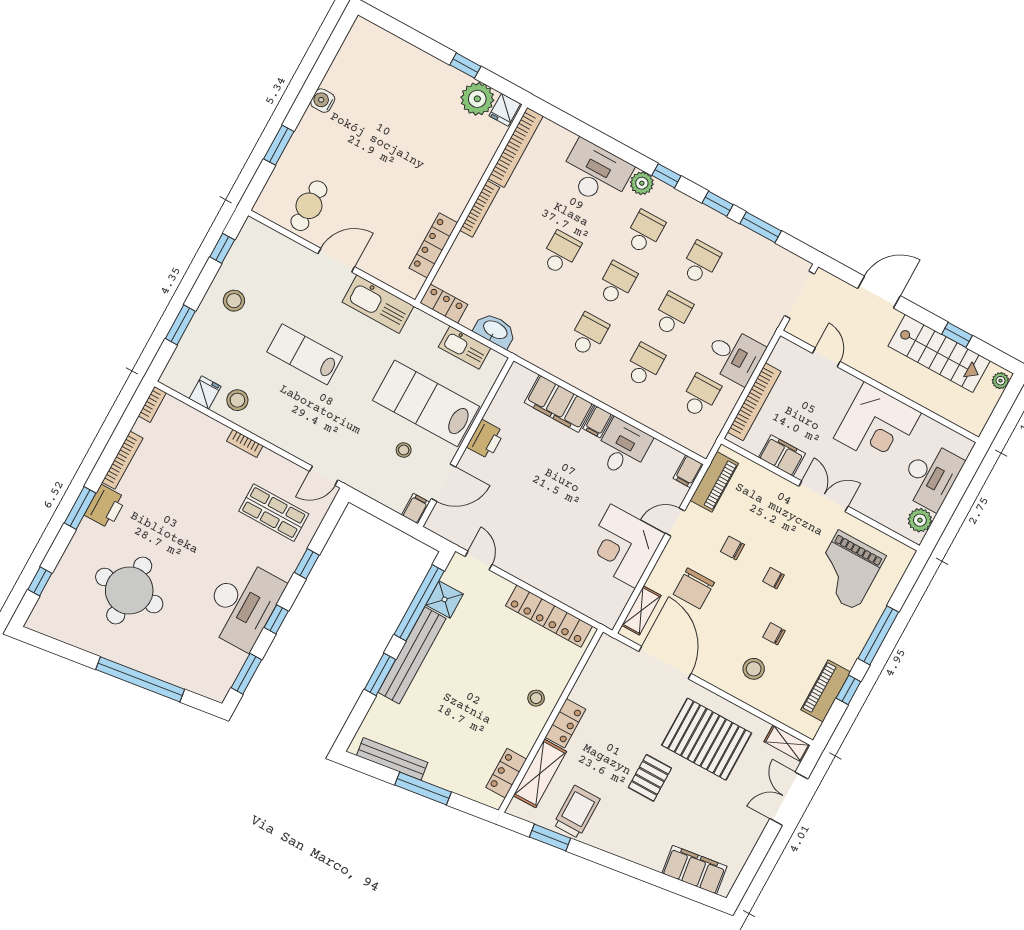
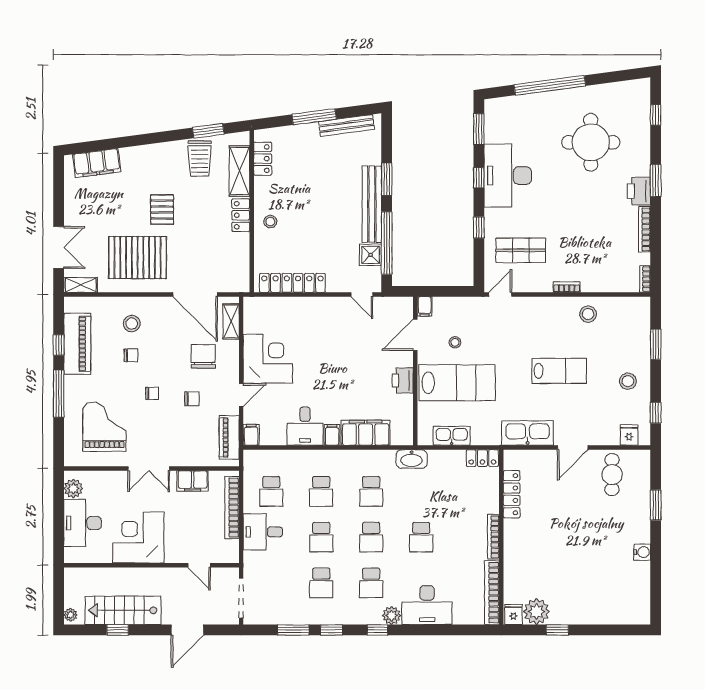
washbasin: (495, 330) -> (412, 459), moved
fridge: (205, 393) -> (629, 435), moved, turned 180
piano: (826, 691) -> (77, 344), width x1.37, depth x1.33

